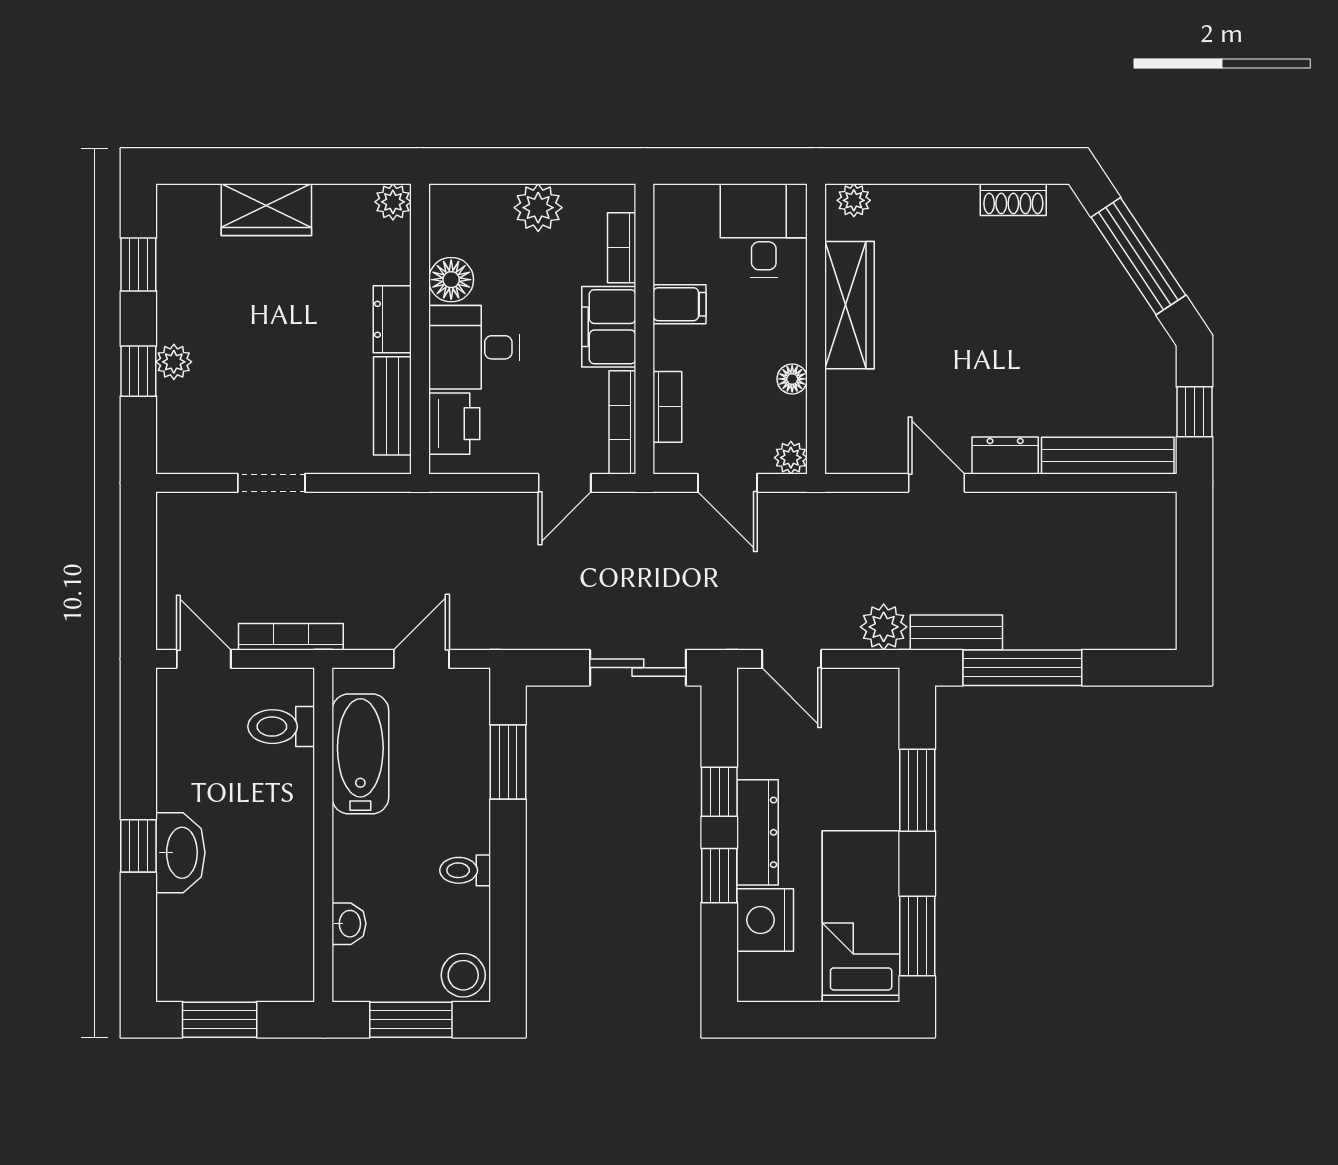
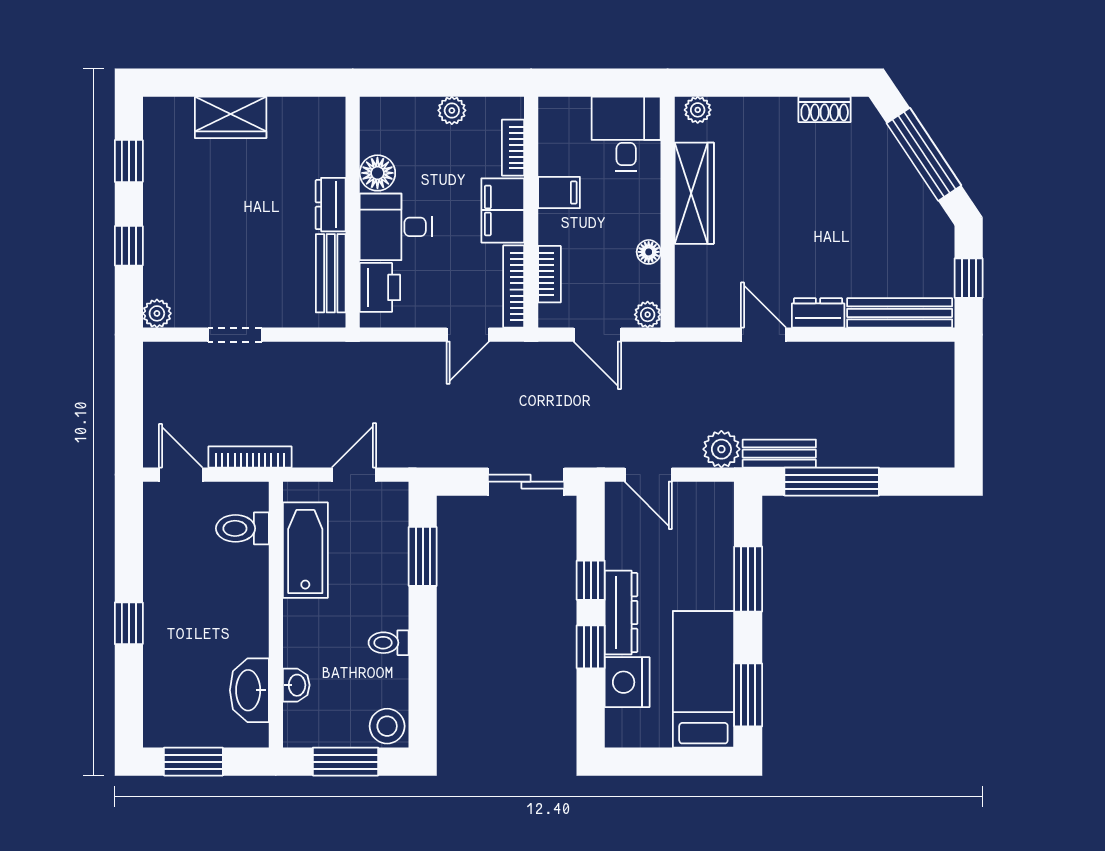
plant: (393, 202) -> (331, 111), removed
plant: (538, 208) -> (452, 110), width x0.73, depth x0.73
plant: (174, 362) -> (157, 313), moved
washbasin: (180, 853) -> (249, 690), moved, turned 180

